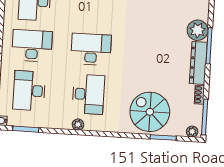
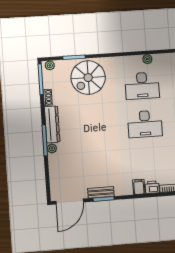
plant: (198, 30) -> (52, 148), width x0.53, depth x0.53
desk: (88, 94) -> (142, 86), turned -90
spiral stairs: (150, 112) -> (88, 78), turned 90

